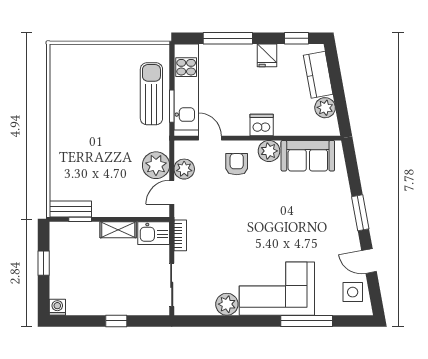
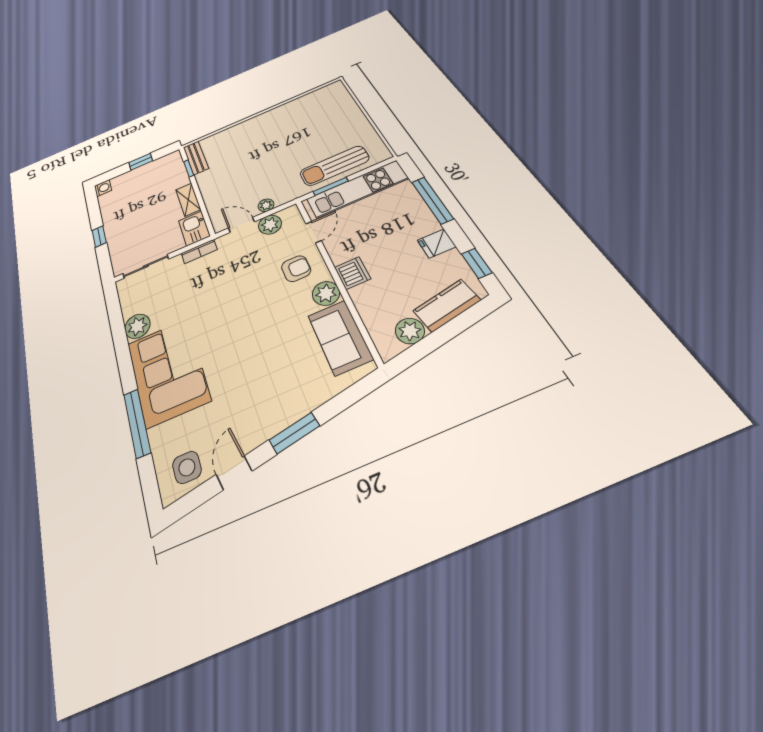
sun lounger: (151, 94) -> (334, 166), turned 180
plant: (156, 165) -> (266, 205), width x0.53, depth x0.53

